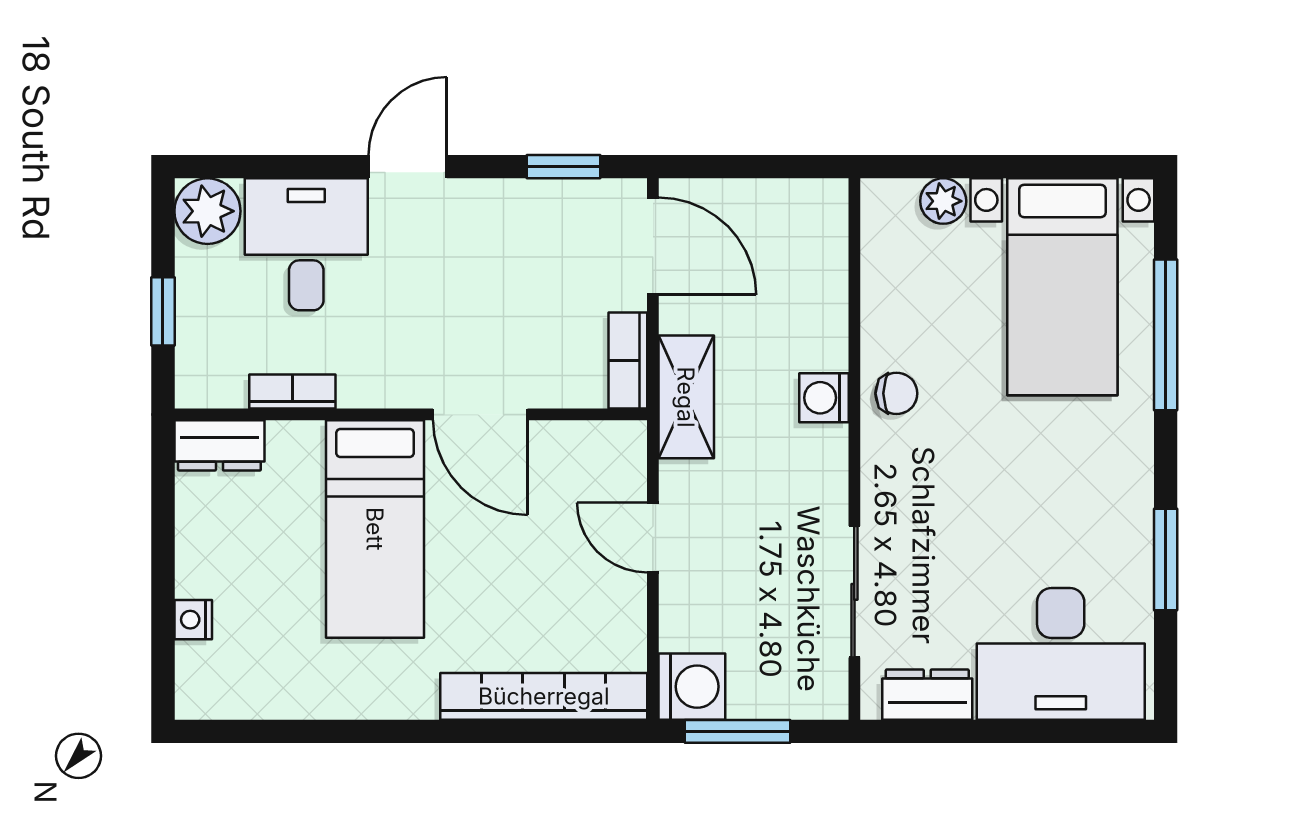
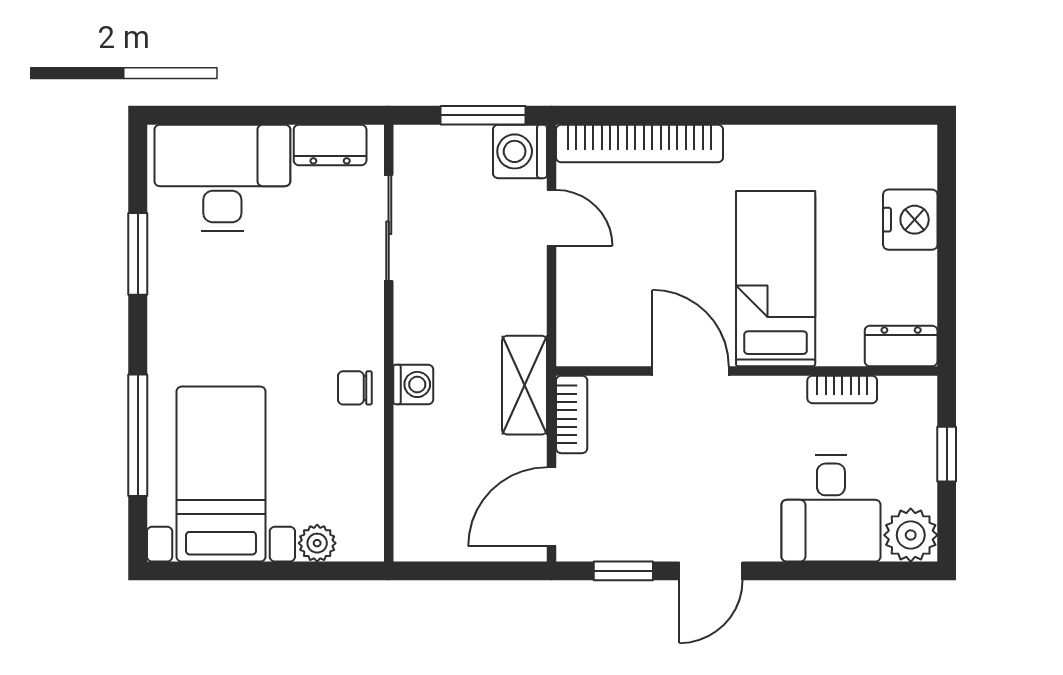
door: (408, 167) -> (711, 571), moved
door: (653, 246) -> (551, 507), hinge flipped
door: (653, 538) -> (551, 218), moved
nightstand: (193, 620) -> (910, 220), width x1.89, depth x1.79

